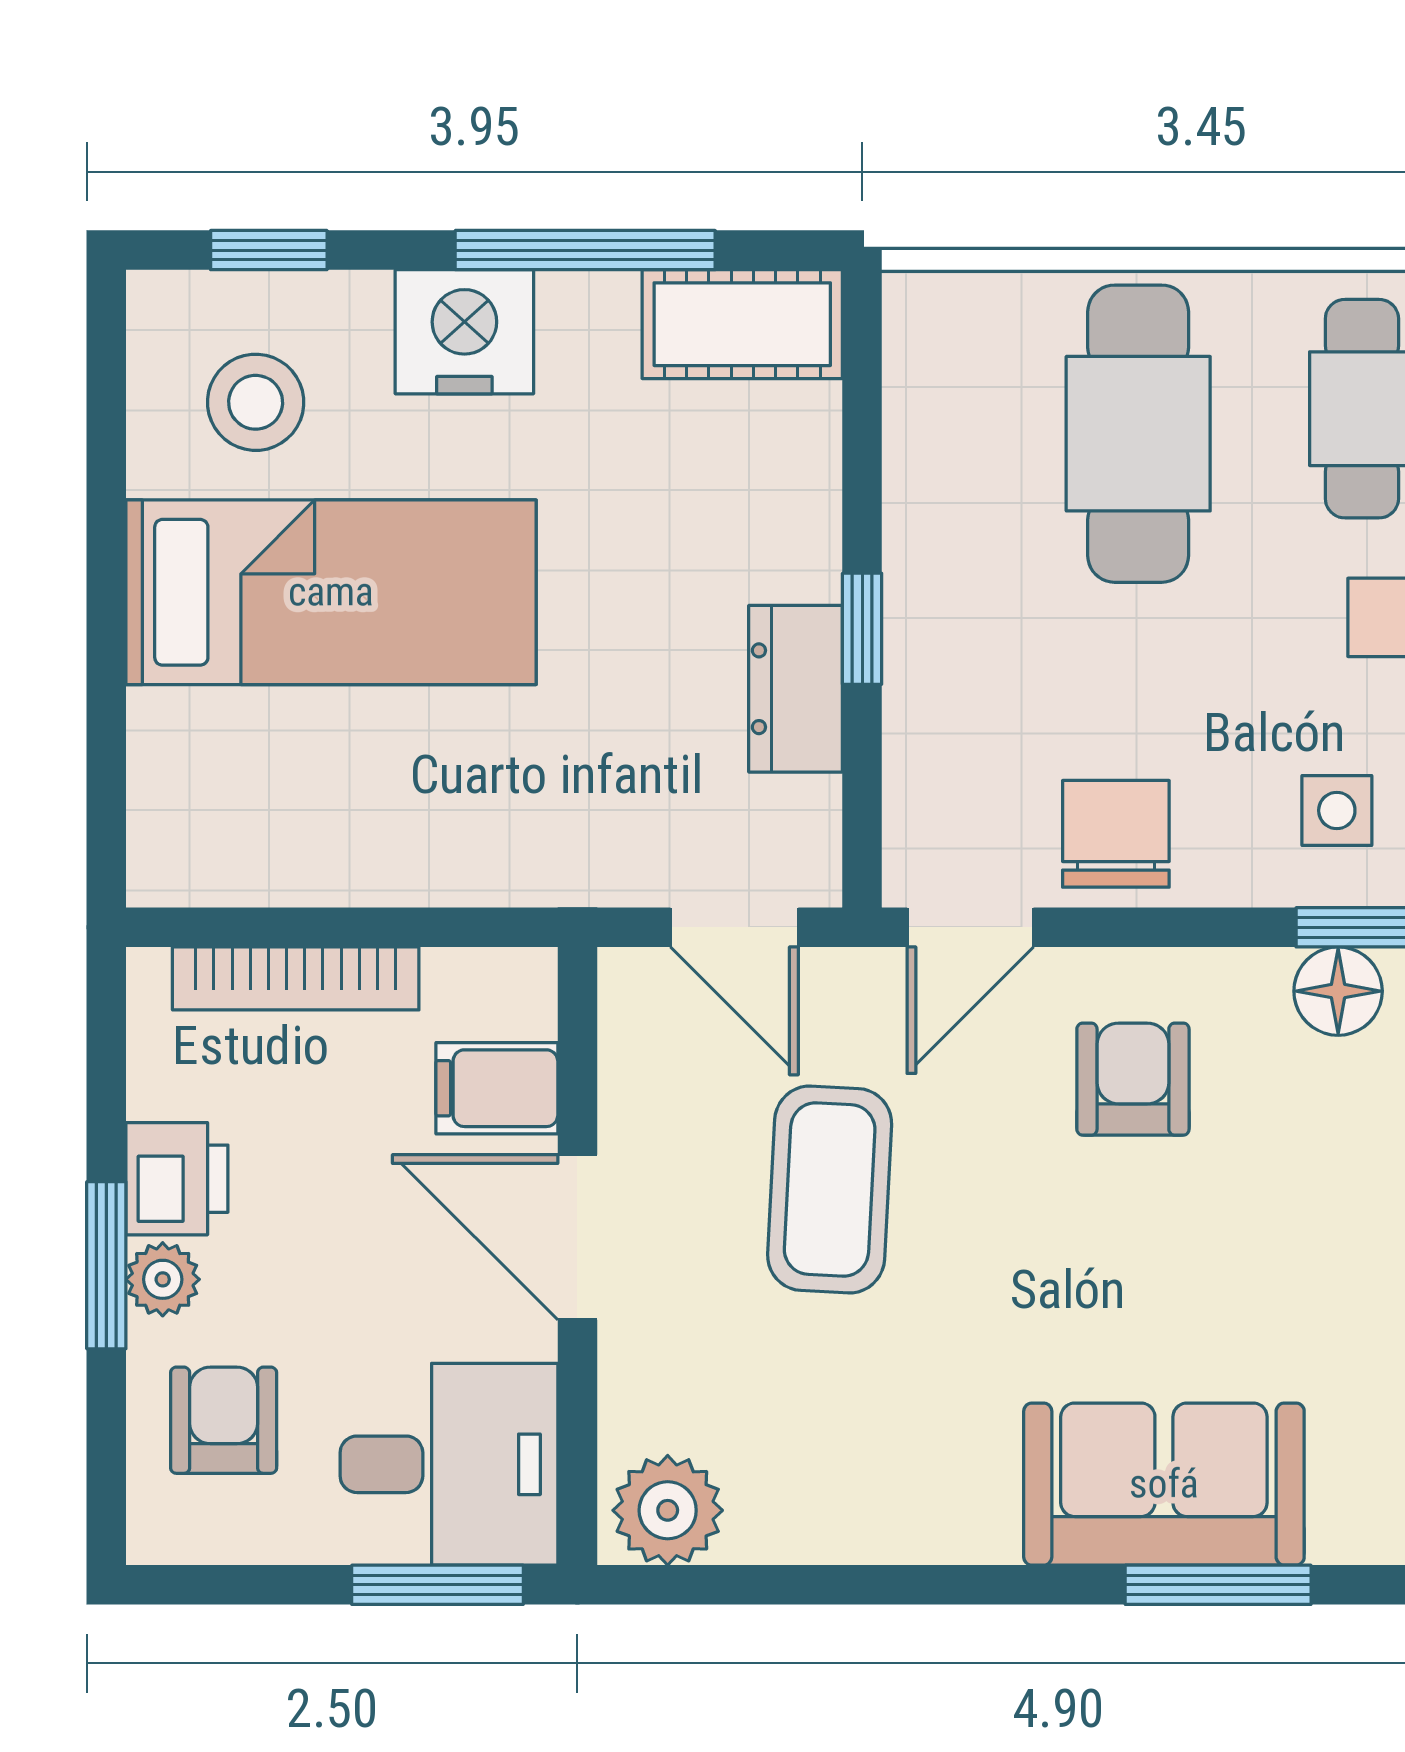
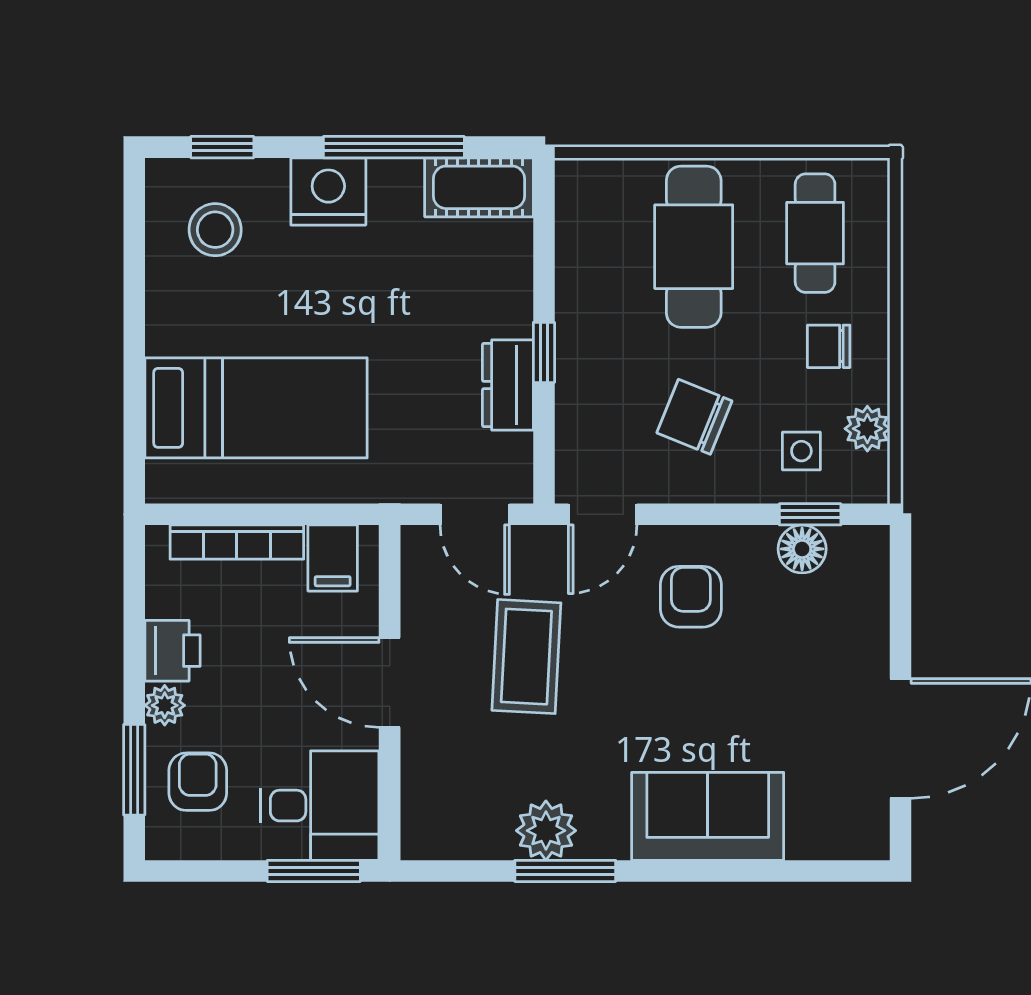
bed: (331, 592) -> (256, 408), moved
chair: (1116, 834) -> (694, 417), moved, turned -68
filing cabinet: (497, 1088) -> (333, 558), moved, turned -90
window: (106, 1265) -> (134, 770), moved
plant: (668, 1510) -> (546, 831), moved
window: (1218, 1585) -> (565, 871), moved

